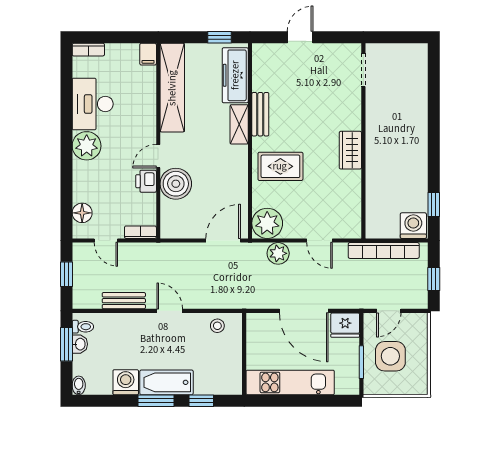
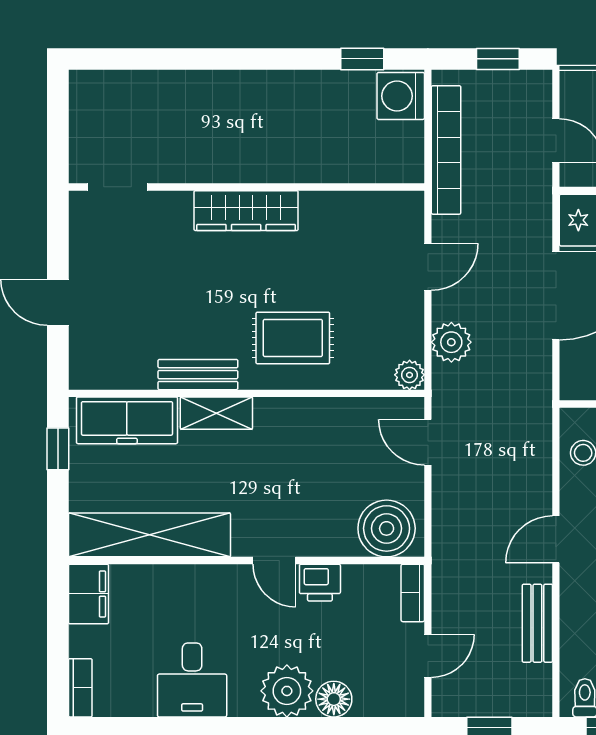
filing cabinet: (148, 54) -> (89, 594), width x2.00
desk: (93, 104) -> (192, 680), width x0.73
plant: (87, 146) -> (287, 691), moved
wardrobe: (350, 150) -> (246, 211), width x1.50
rug: (280, 166) -> (293, 338), turned 90
boiler: (176, 184) -> (387, 528), moved
floor lamp: (82, 213) -> (334, 699), moved
plant: (267, 223) -> (410, 375), width x0.53, depth x0.53
door: (223, 241) -> (428, 442), width x0.73

